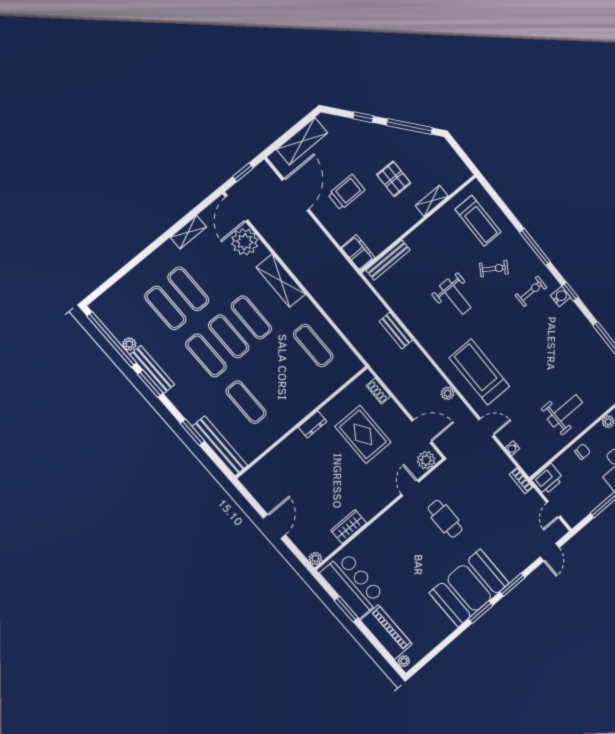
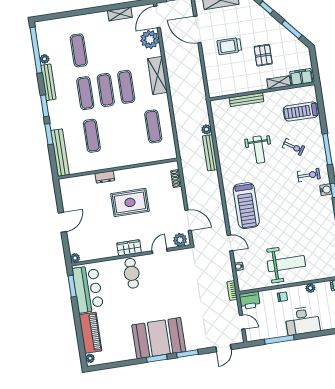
window: (409, 127) -> (292, 29), width x0.69
trolley: (346, 192) -> (229, 46), turned 180
door: (295, 195) -> (197, 30), swing flipped
treadmill: (478, 221) -> (301, 112), turned 90
filing cabinet: (358, 253) -> (301, 77), moved, turned -90
bench: (388, 260) -> (247, 100), moved
exercise mat: (188, 289) -> (99, 47), removed
bench: (396, 331) -> (210, 153), width x1.36
treadmill: (479, 372) -> (246, 206), turned 180
window: (150, 384) -> (45, 106), moved
plant: (448, 393) -> (207, 129), moved
weight bench: (565, 411) -> (286, 264), width x1.36, depth x1.33
dresser: (313, 424) -> (105, 177), moved
rug: (363, 434) -> (130, 202), moved, turned 90
door: (553, 509) -> (242, 322), swing flipped
cafe table: (445, 519) -> (132, 273), moved
wardrobe: (349, 527) -> (129, 248), moved
window: (346, 609) -> (72, 286), moved

